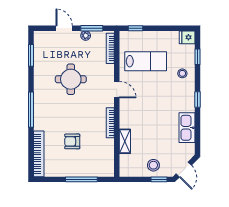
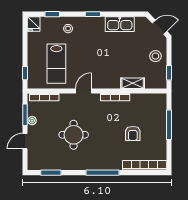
lab bench: (146, 61) -> (56, 64), turned 180
window: (159, 179) -> (169, 73), moved

